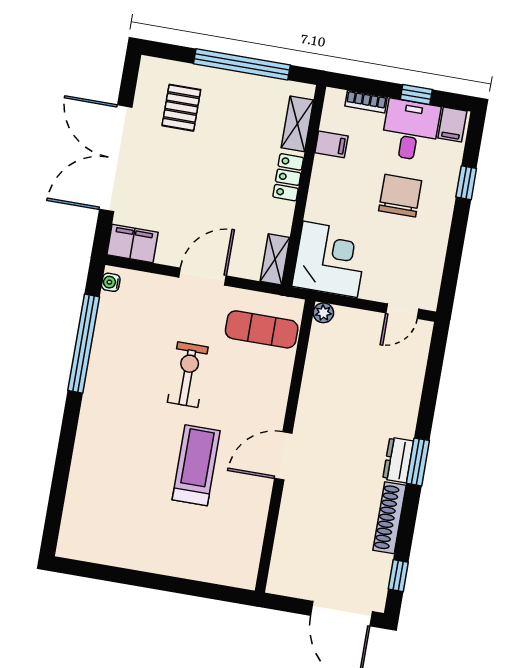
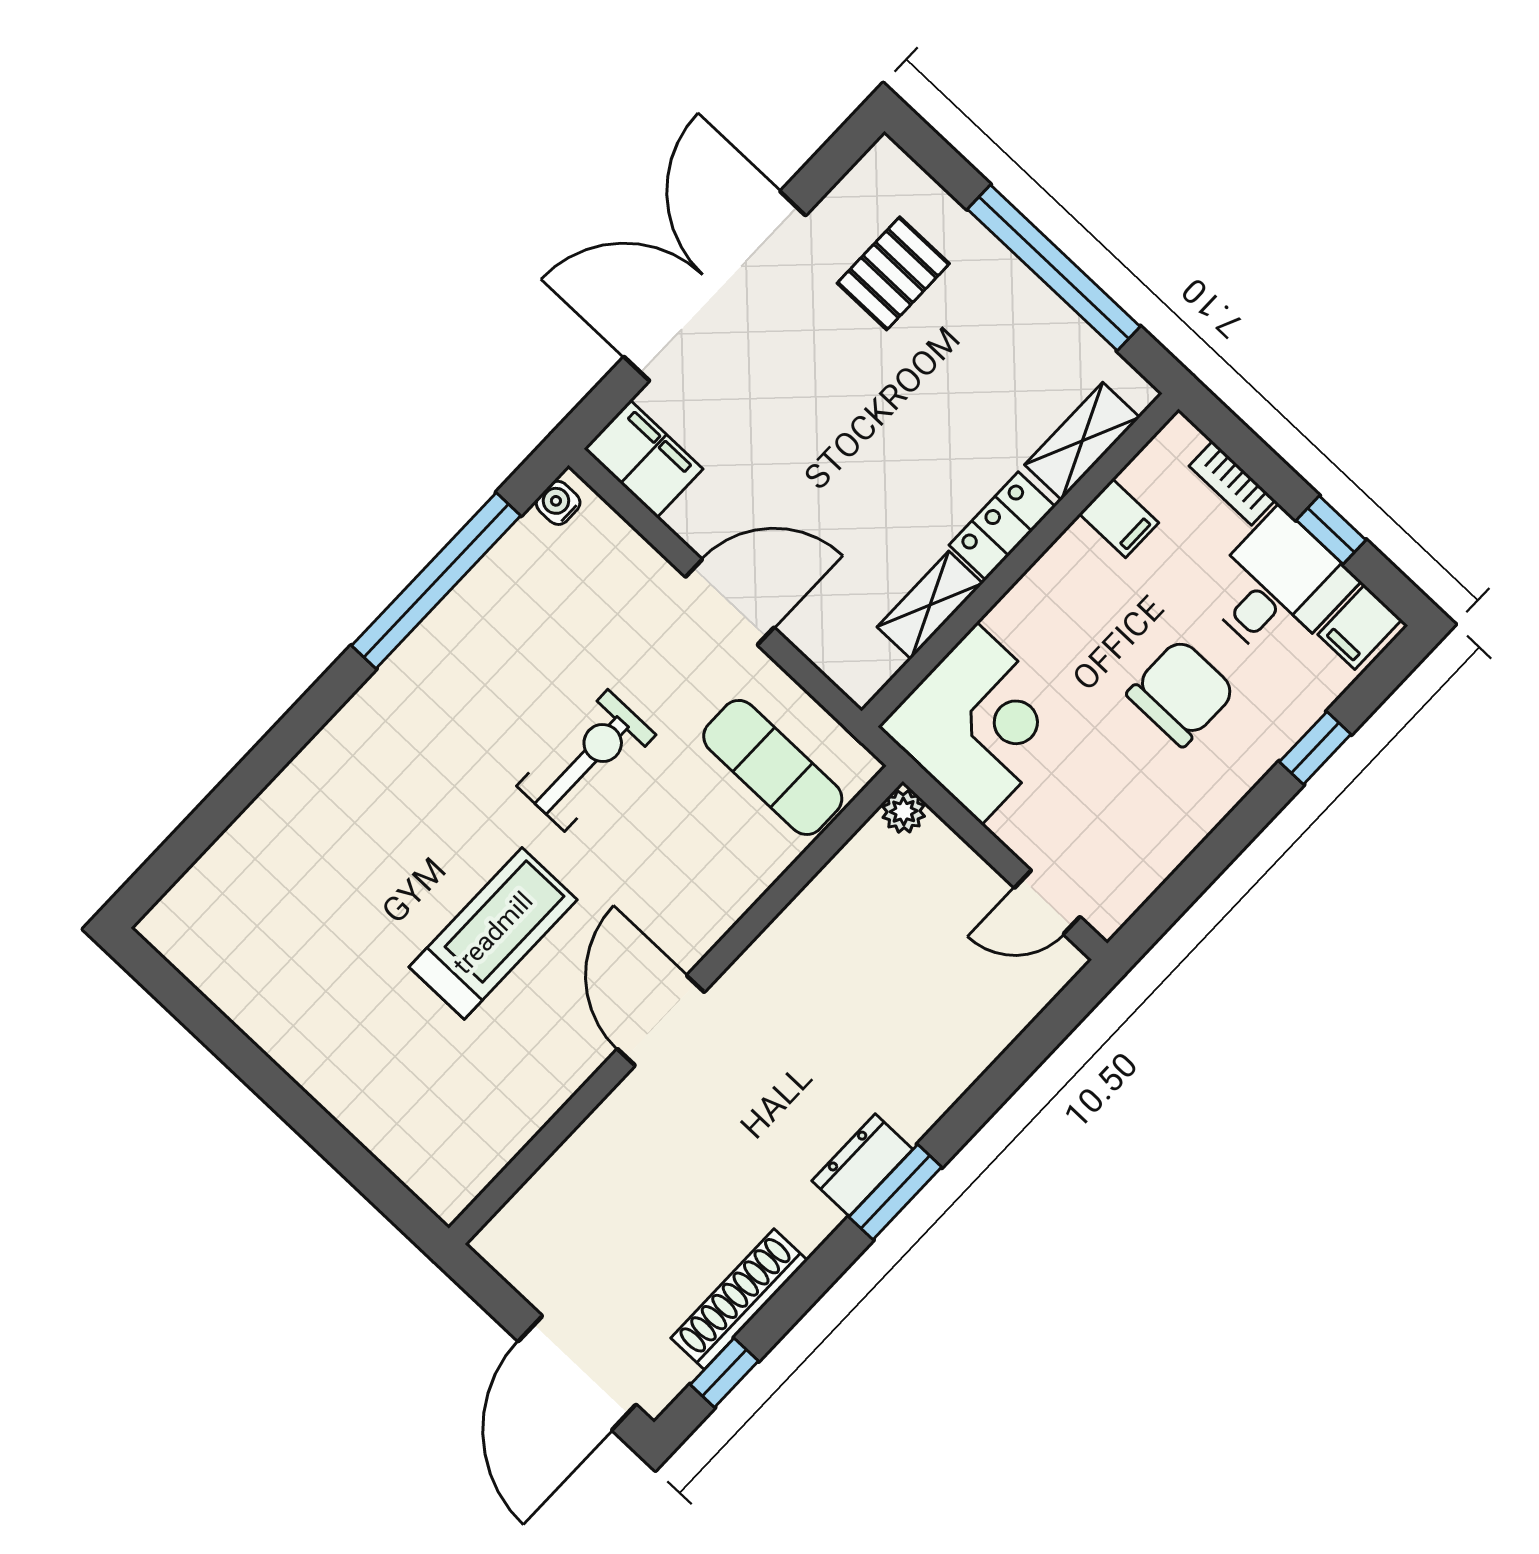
shelving: (275, 259) -> (930, 605), moved
door: (283, 456) -> (661, 1020), hinge flipped
shoe rack: (390, 518) -> (739, 1299), moved

